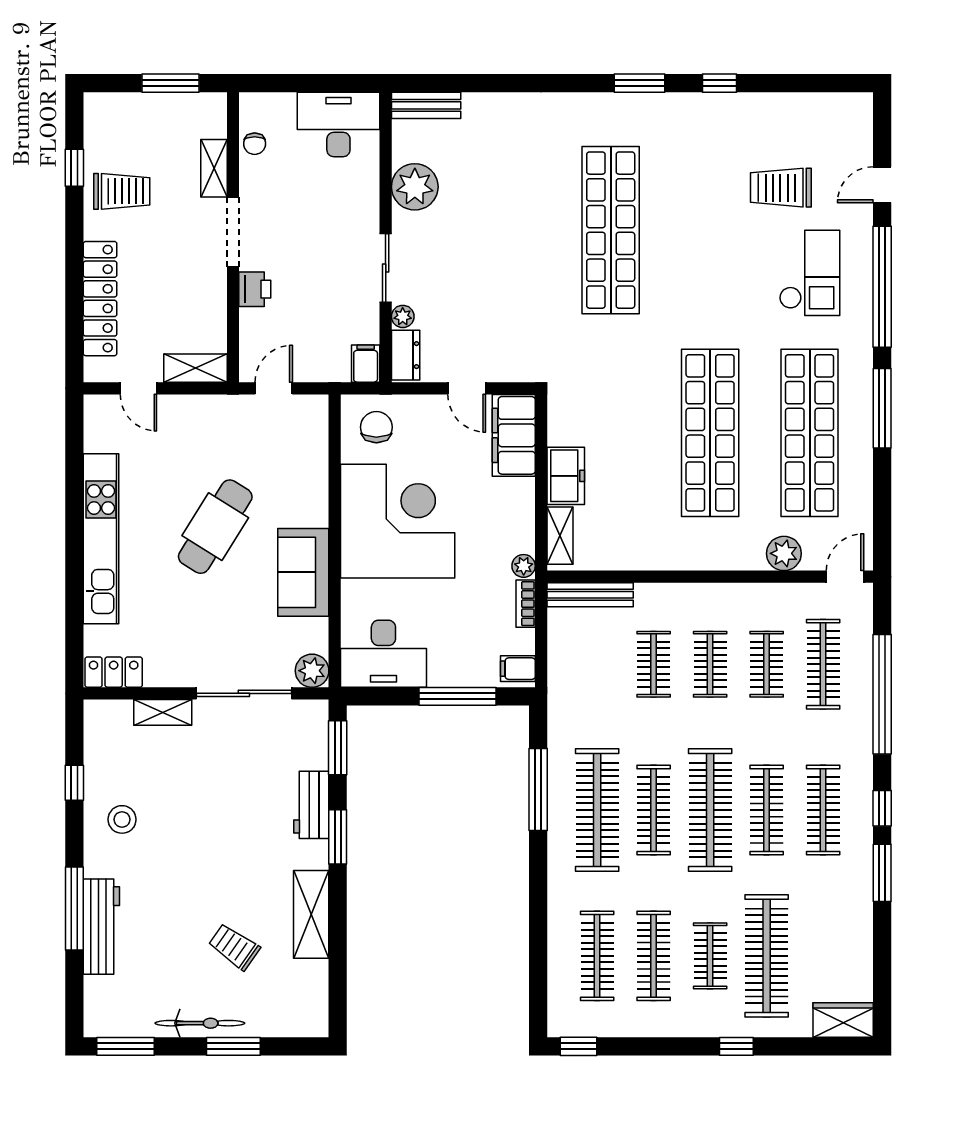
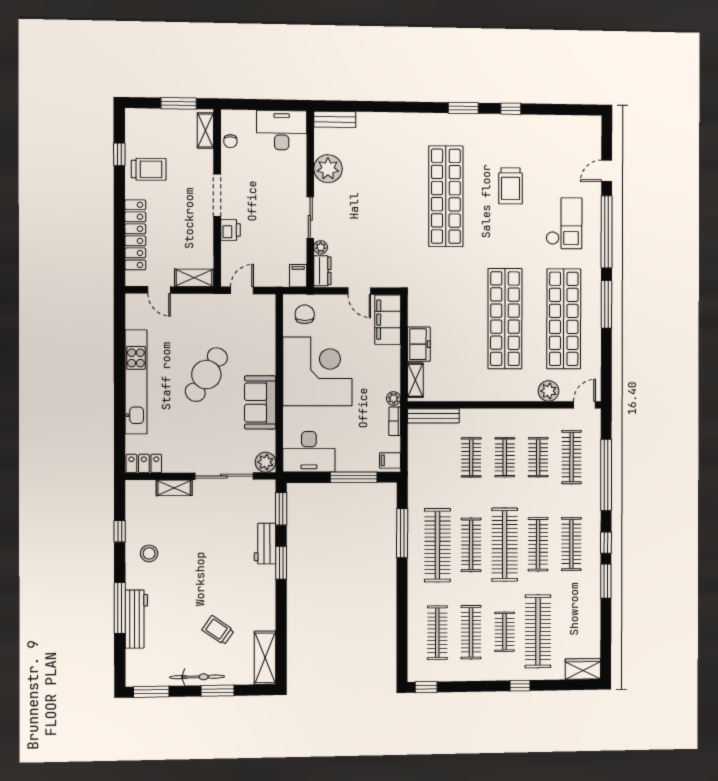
shelving: (214, 168) -> (205, 130), moved
trolley: (781, 188) -> (510, 186), moved, turned -90
shelving: (311, 914) -> (265, 658), moved

